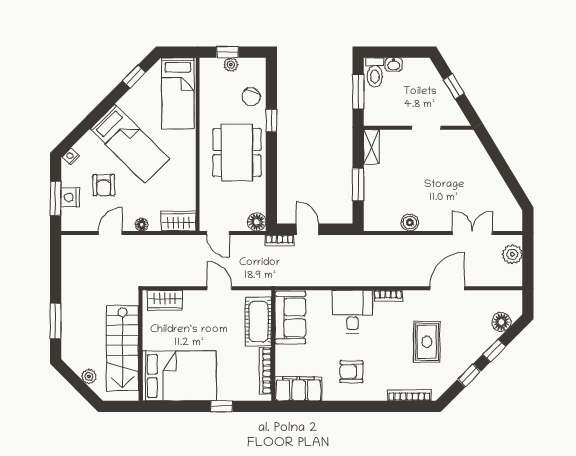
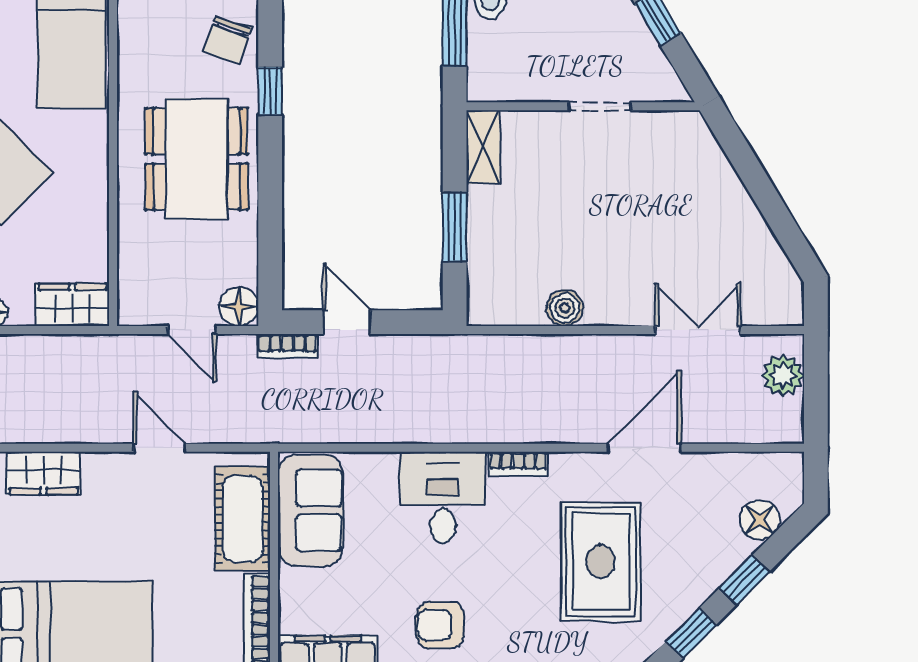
door: (218, 233) -> (192, 330), moved
rug: (427, 342) -> (601, 562), width x1.36, depth x1.43

